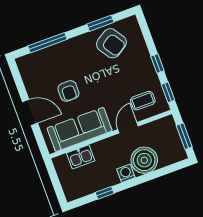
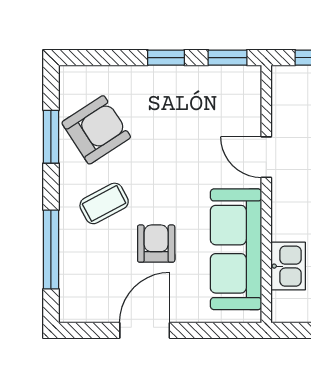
armchair: (68, 91) -> (156, 244), turned -90
coffee table: (143, 101) -> (104, 203), moved, turned 62
door: (30, 112) -> (145, 330), moved

